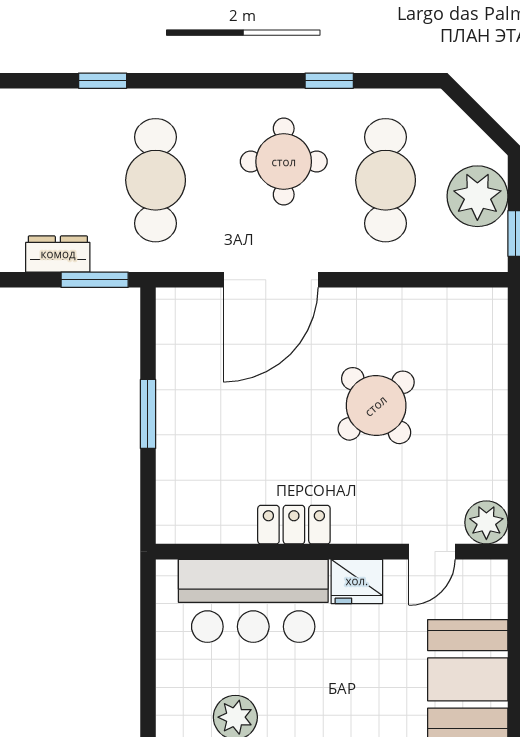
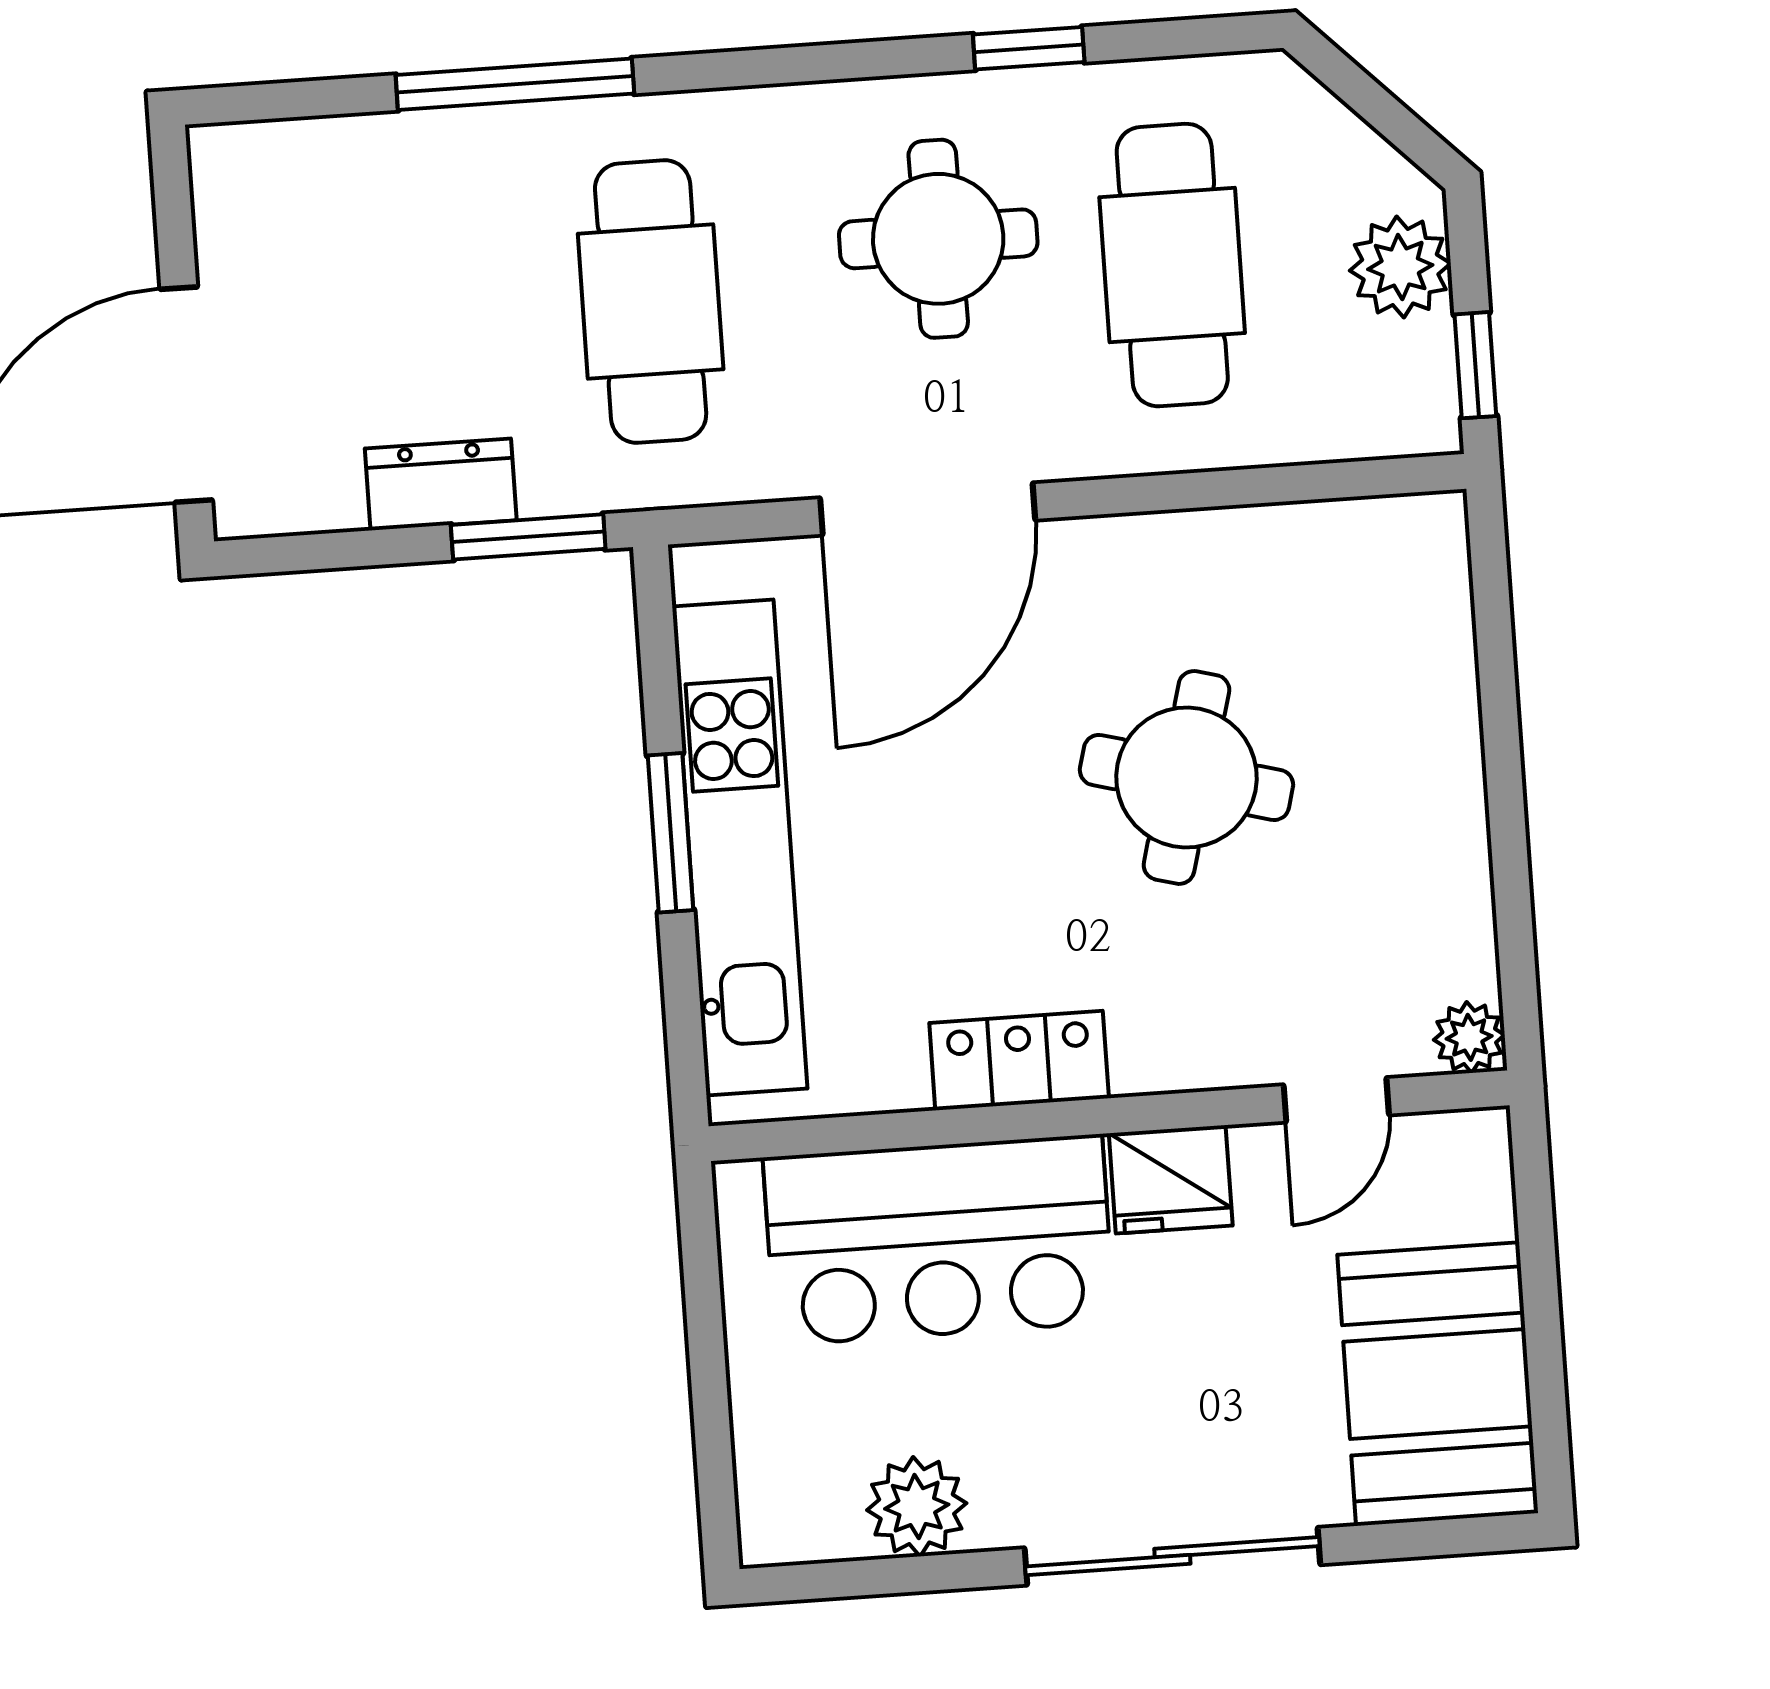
window: (103, 81) -> (515, 84), width x2.17
plant: (477, 196) -> (1400, 267), width x0.73, depth x0.73
round table: (376, 406) -> (1186, 777), turned -34
kitchen unit: (178, 423) -> (740, 848), added
plant: (486, 522) -> (1469, 1037), width x0.73, depth x0.73

